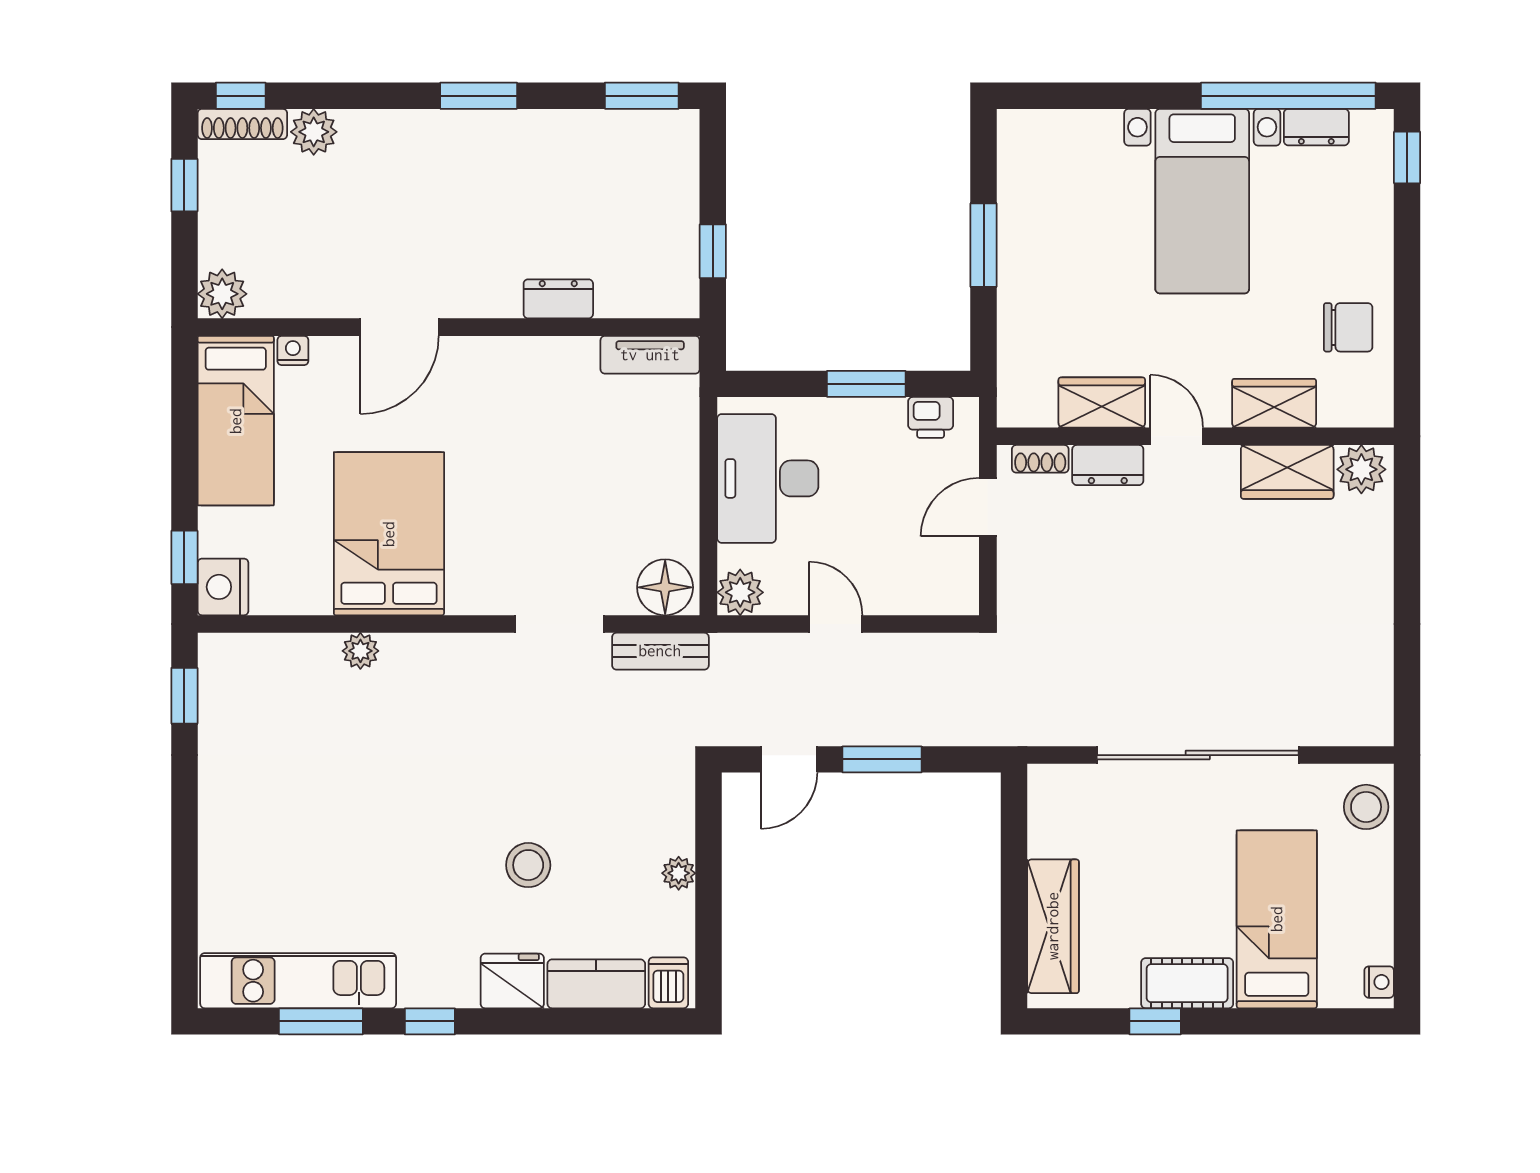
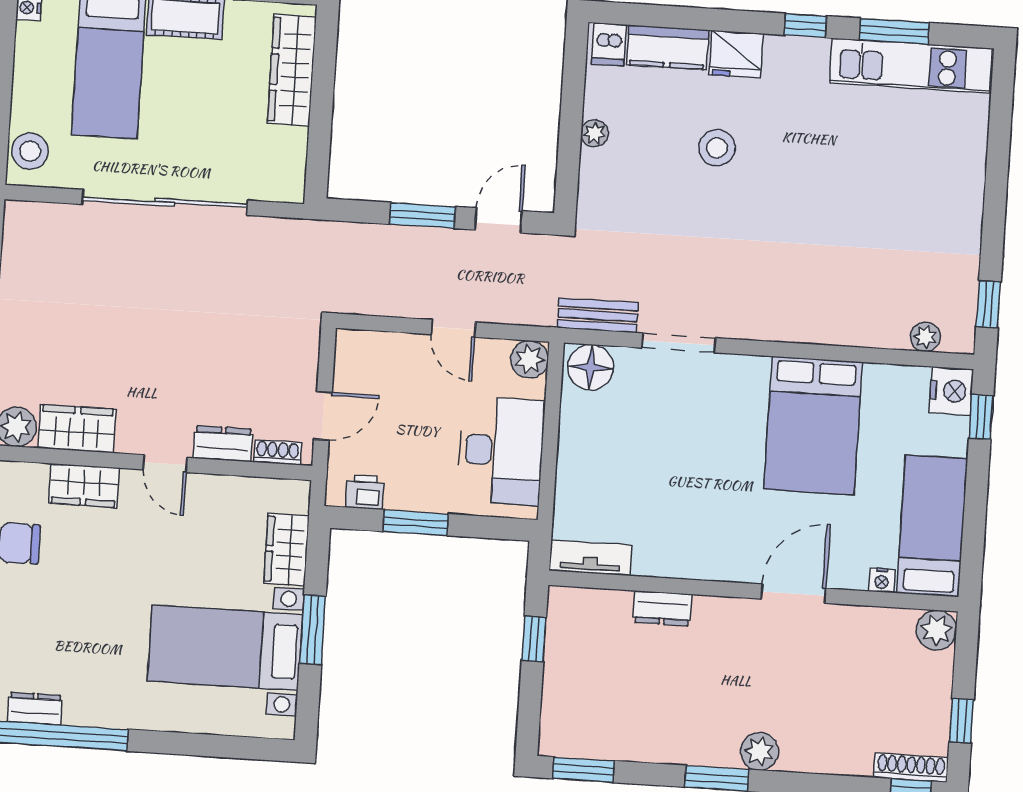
plant: (314, 132) -> (760, 751), moved
bed with nightstands: (1202, 201) -> (225, 648), moved, turned -90
wardrobe: (1102, 402) -> (287, 549), moved, turned 90
plant: (360, 651) -> (925, 337), moved

